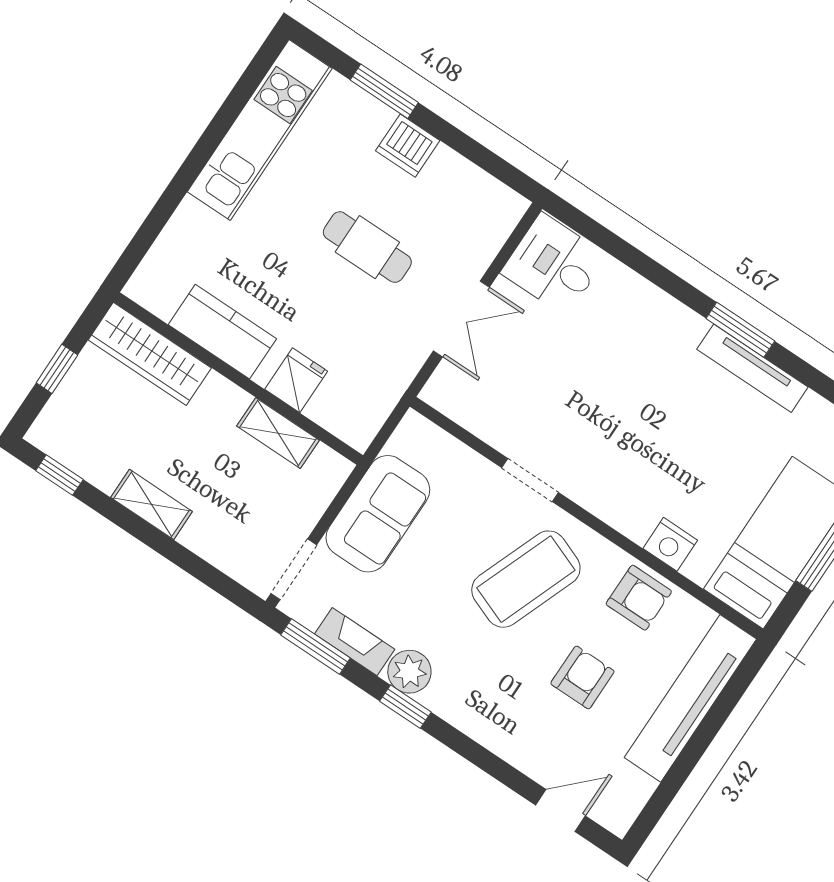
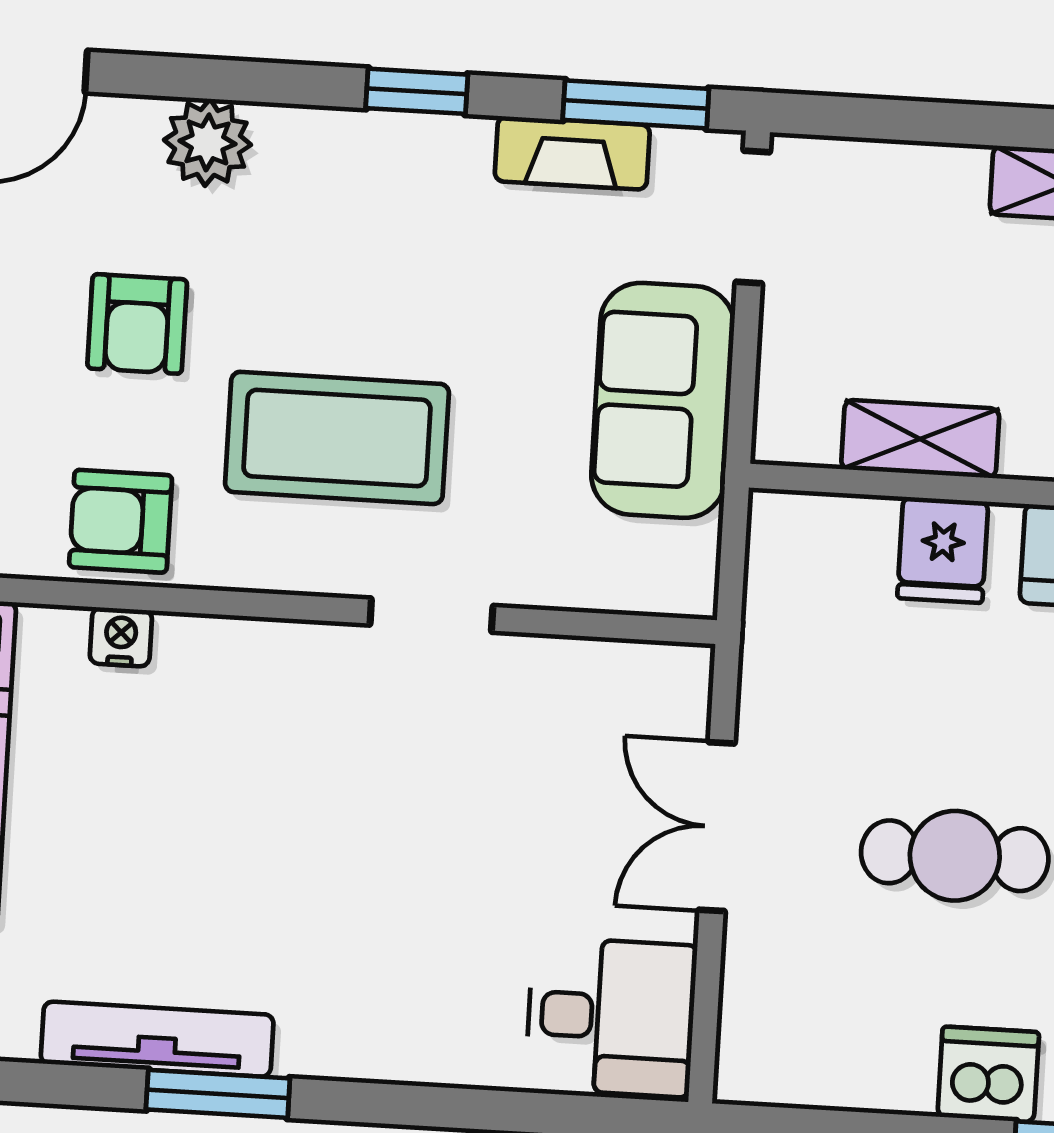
nightstand: (670, 544) -> (121, 637), width x0.72, depth x0.74
coffee table: (526, 579) -> (337, 438), turned 69
plant: (409, 672) -> (208, 142), moved

